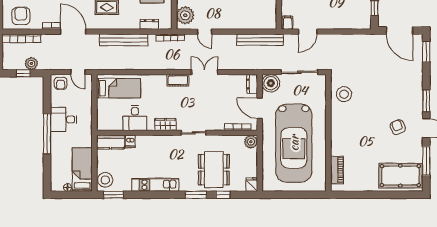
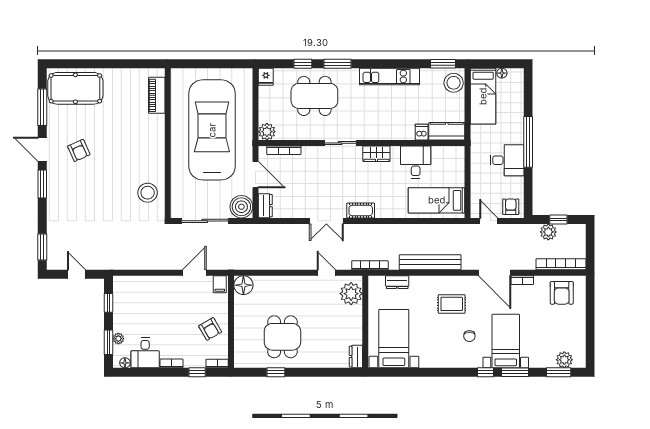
floor lamp: (269, 22) -> (243, 285), added
door: (400, 30) -> (76, 274), width x0.53
bench: (260, 40) -> (255, 263), removed
dining table: (214, 170) -> (314, 96), turned 90

